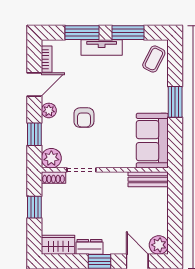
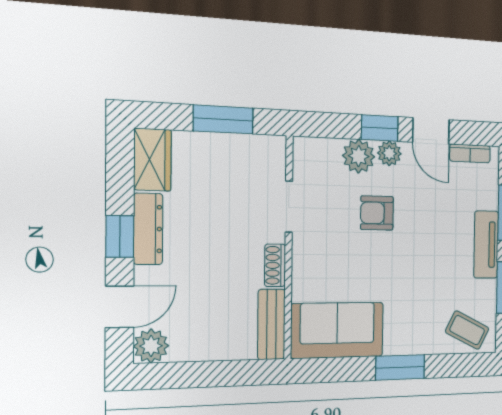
window: (34, 134) -> (380, 128), moved
plant: (51, 158) -> (359, 156), moved
shoe rack: (53, 177) -> (275, 265), moved
window: (34, 207) -> (223, 119), width x1.50
dresser: (89, 247) -> (148, 229), width x1.44

